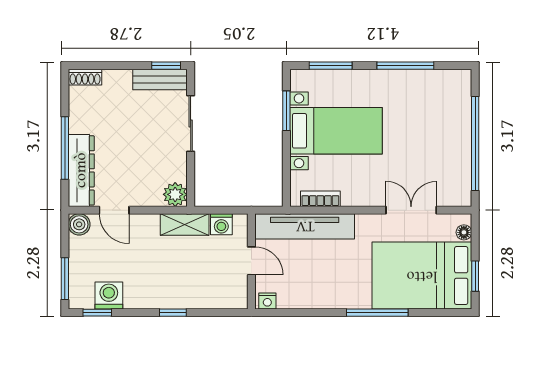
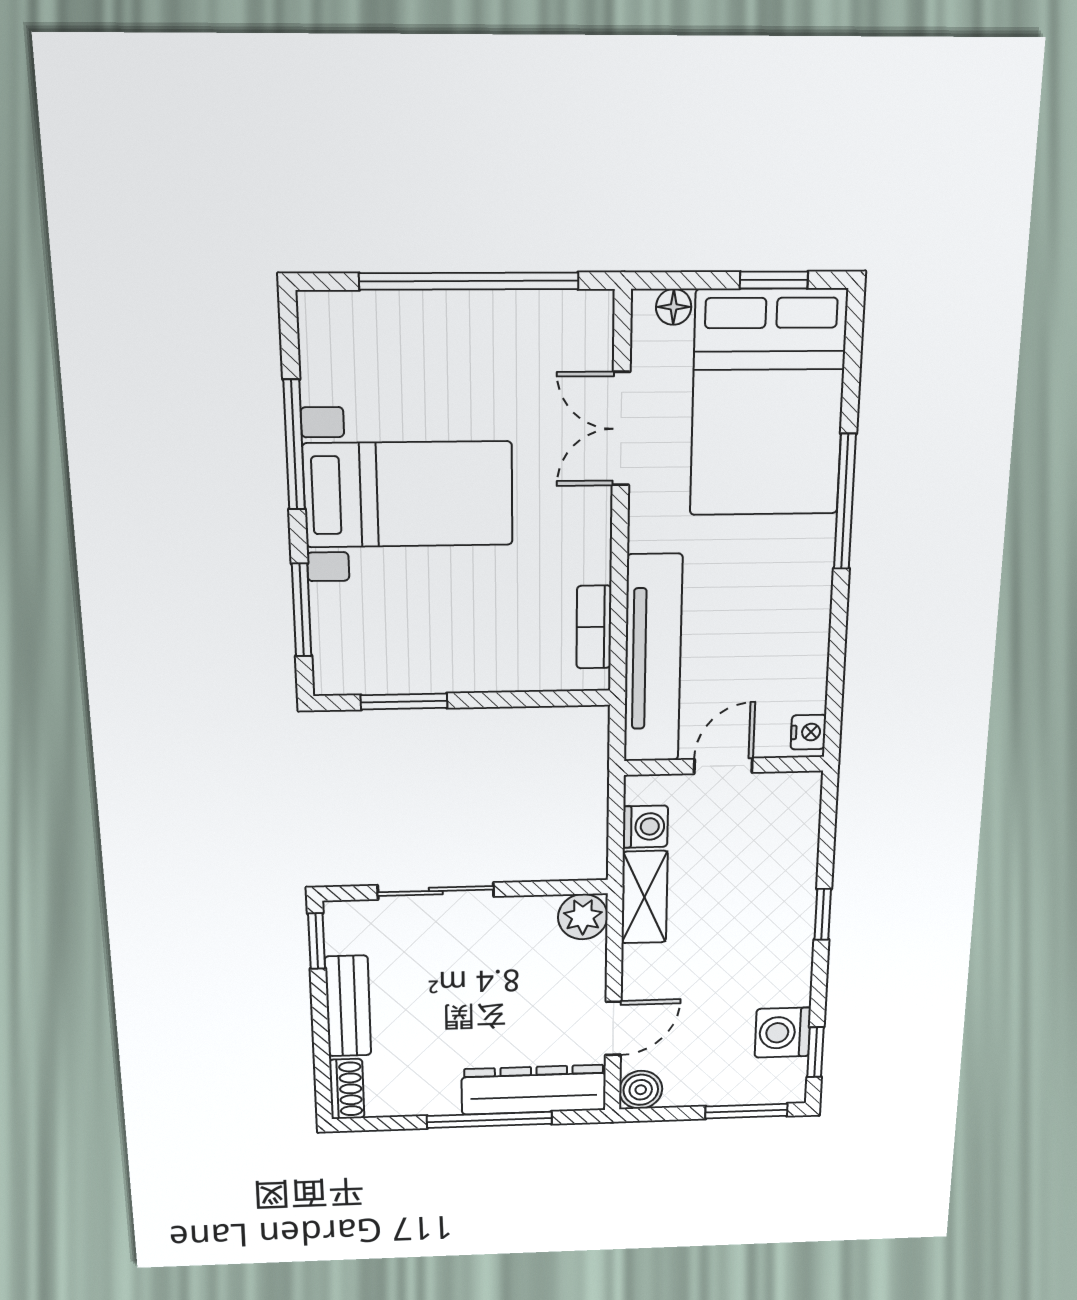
bench: (160, 79) -> (348, 1006), moved
bed with nightstands: (336, 131) -> (408, 494), moved, turned 90

